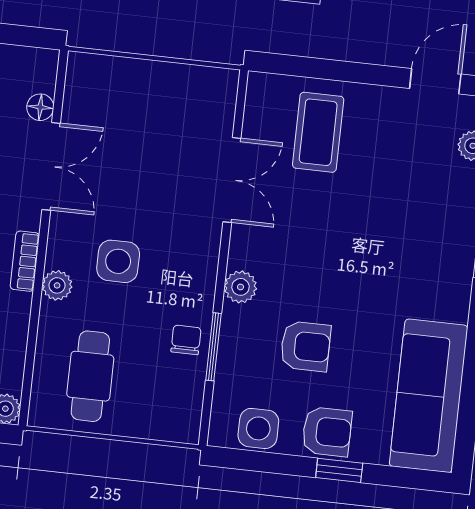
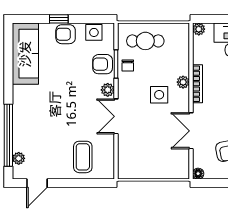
floor lamp: (40, 107) -> (198, 174), moved
double door: (232, 180) -> (116, 116), moved
bookcase: (25, 261) -> (197, 84), width x1.56
armchair: (305, 346) -> (103, 64), moved
cafe table: (90, 376) -> (145, 41), moved, turned 90

